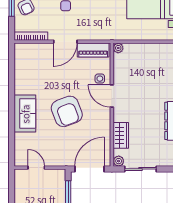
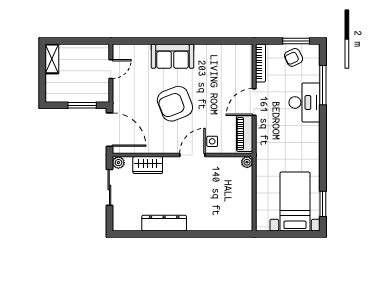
door: (65, 42) -> (254, 102), hinge flipped

